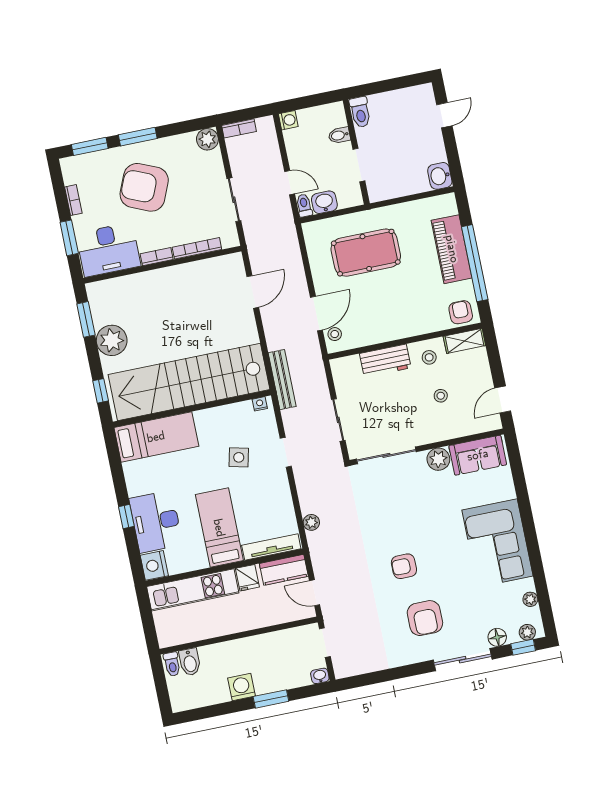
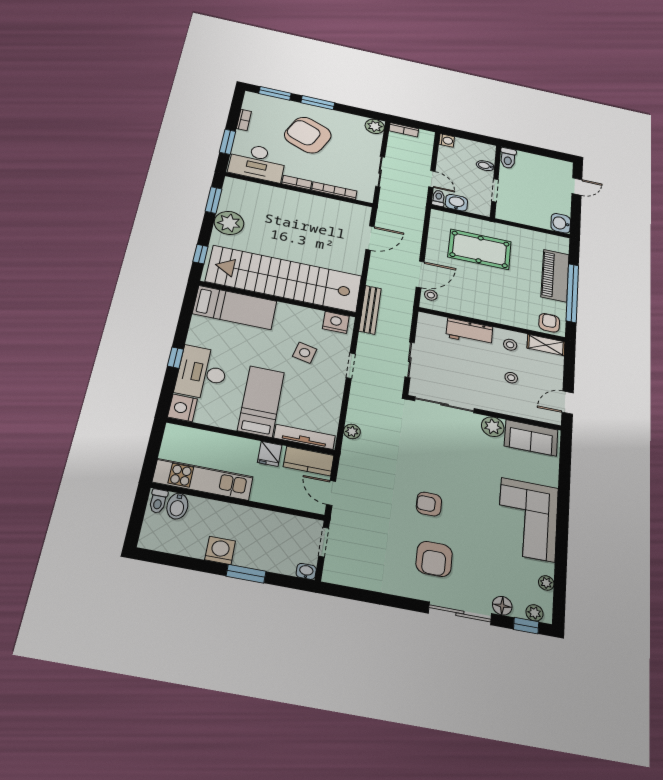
nightstand: (260, 404) -> (336, 322), width x1.89, depth x1.79
kitchen unit: (193, 590) -> (203, 479), moved, turned 180

